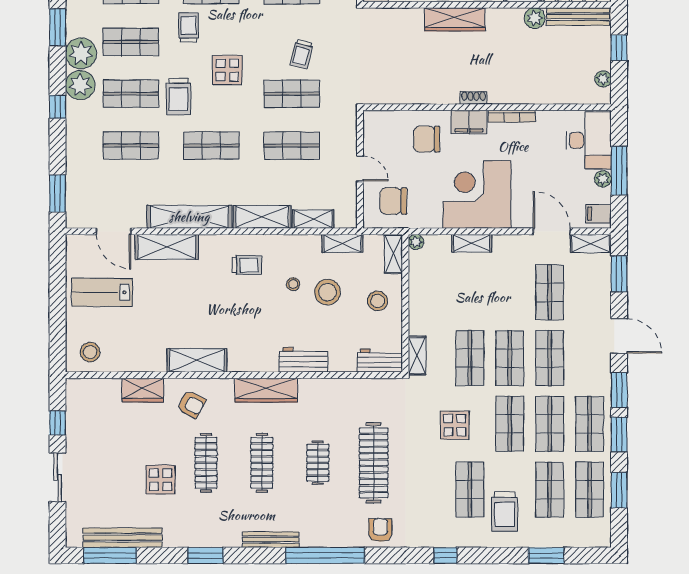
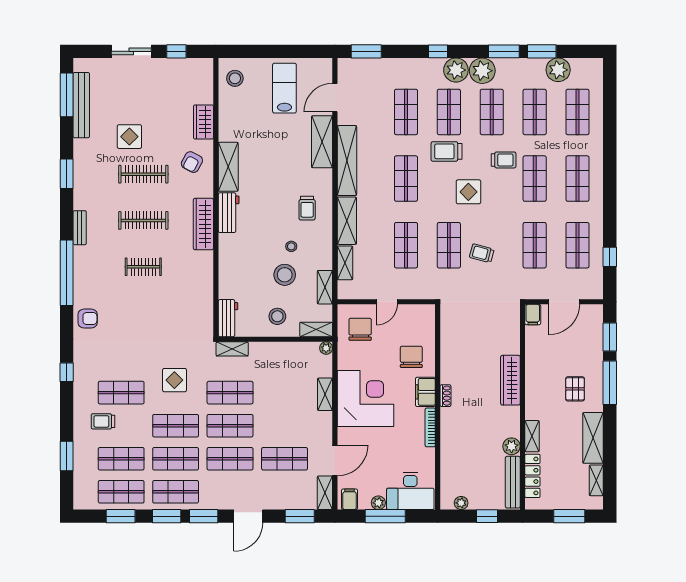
workbench: (303, 360) -> (229, 213), moved
clothes rail: (374, 463) -> (143, 313), removed
trolley: (505, 512) -> (103, 421), width x0.73, depth x0.72
bench: (271, 540) -> (80, 228), width x0.73

